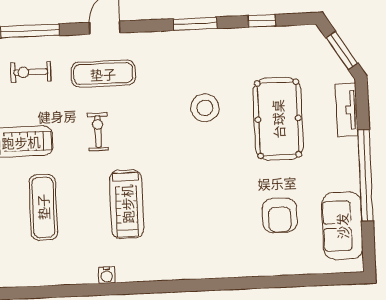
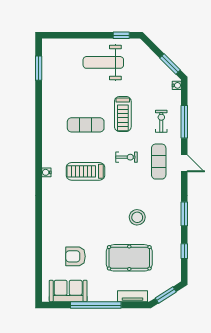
water cooler: (107, 275) -> (46, 172), moved

